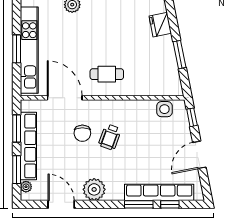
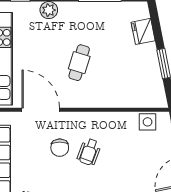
cafe table: (107, 74) -> (79, 63), moved, turned -73

